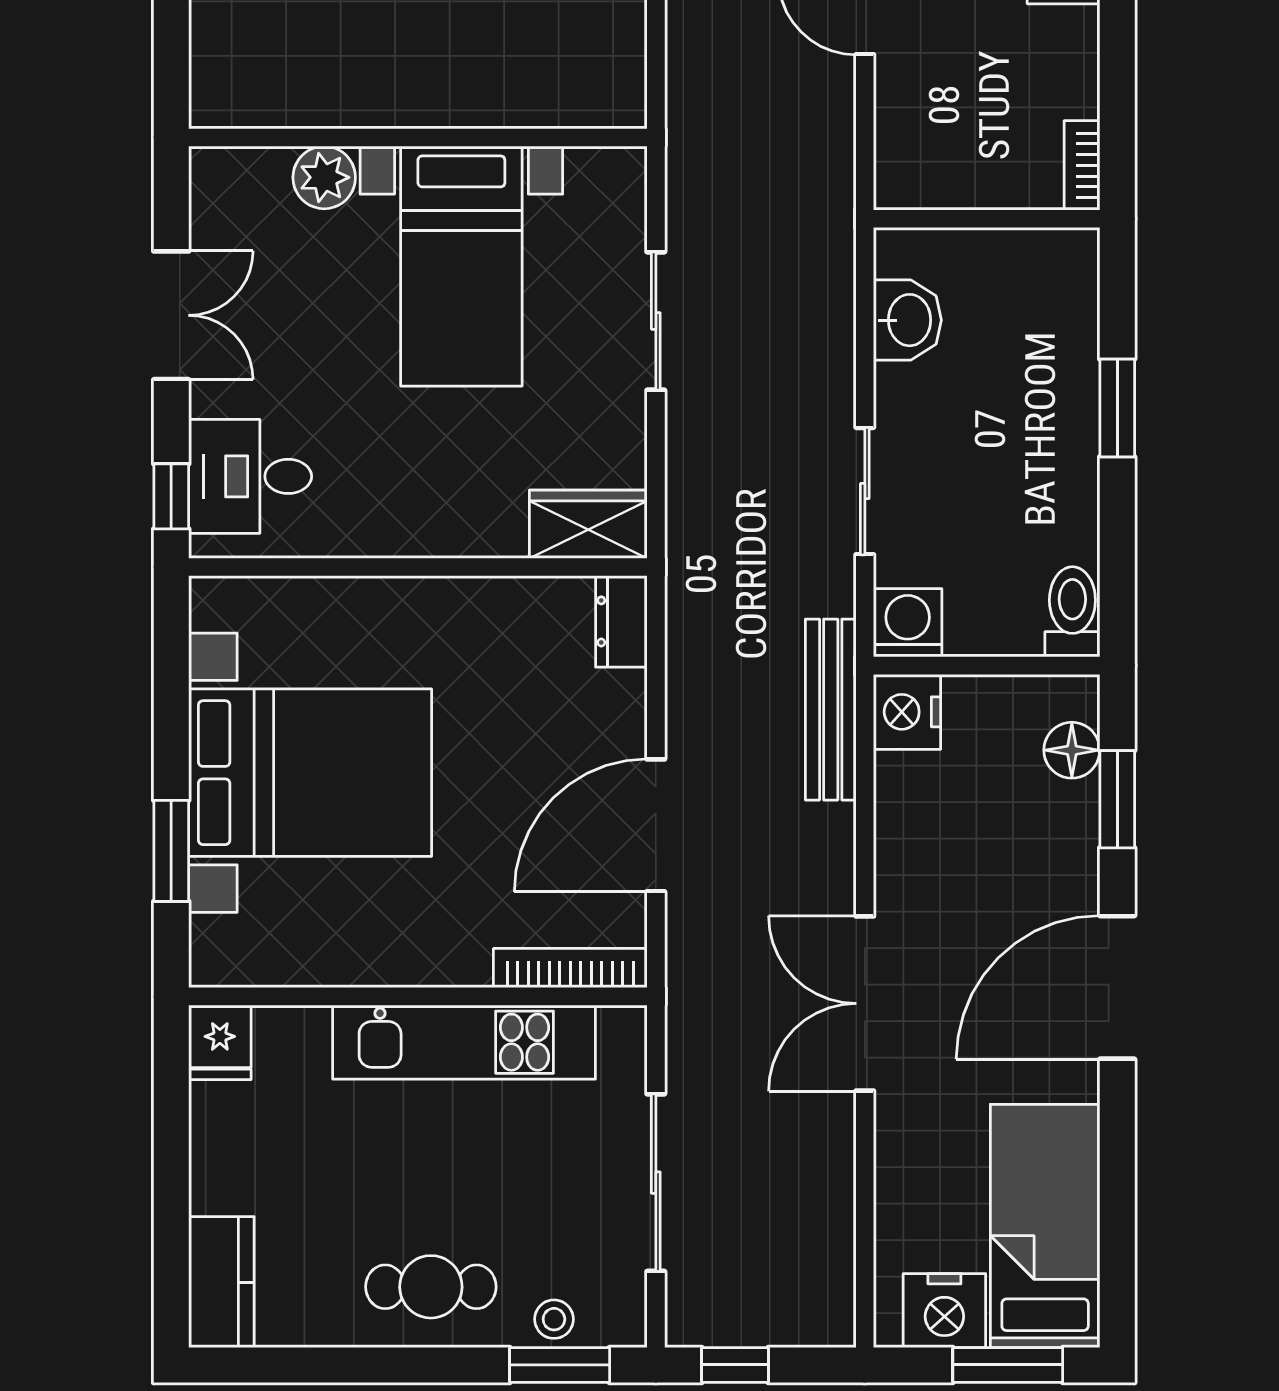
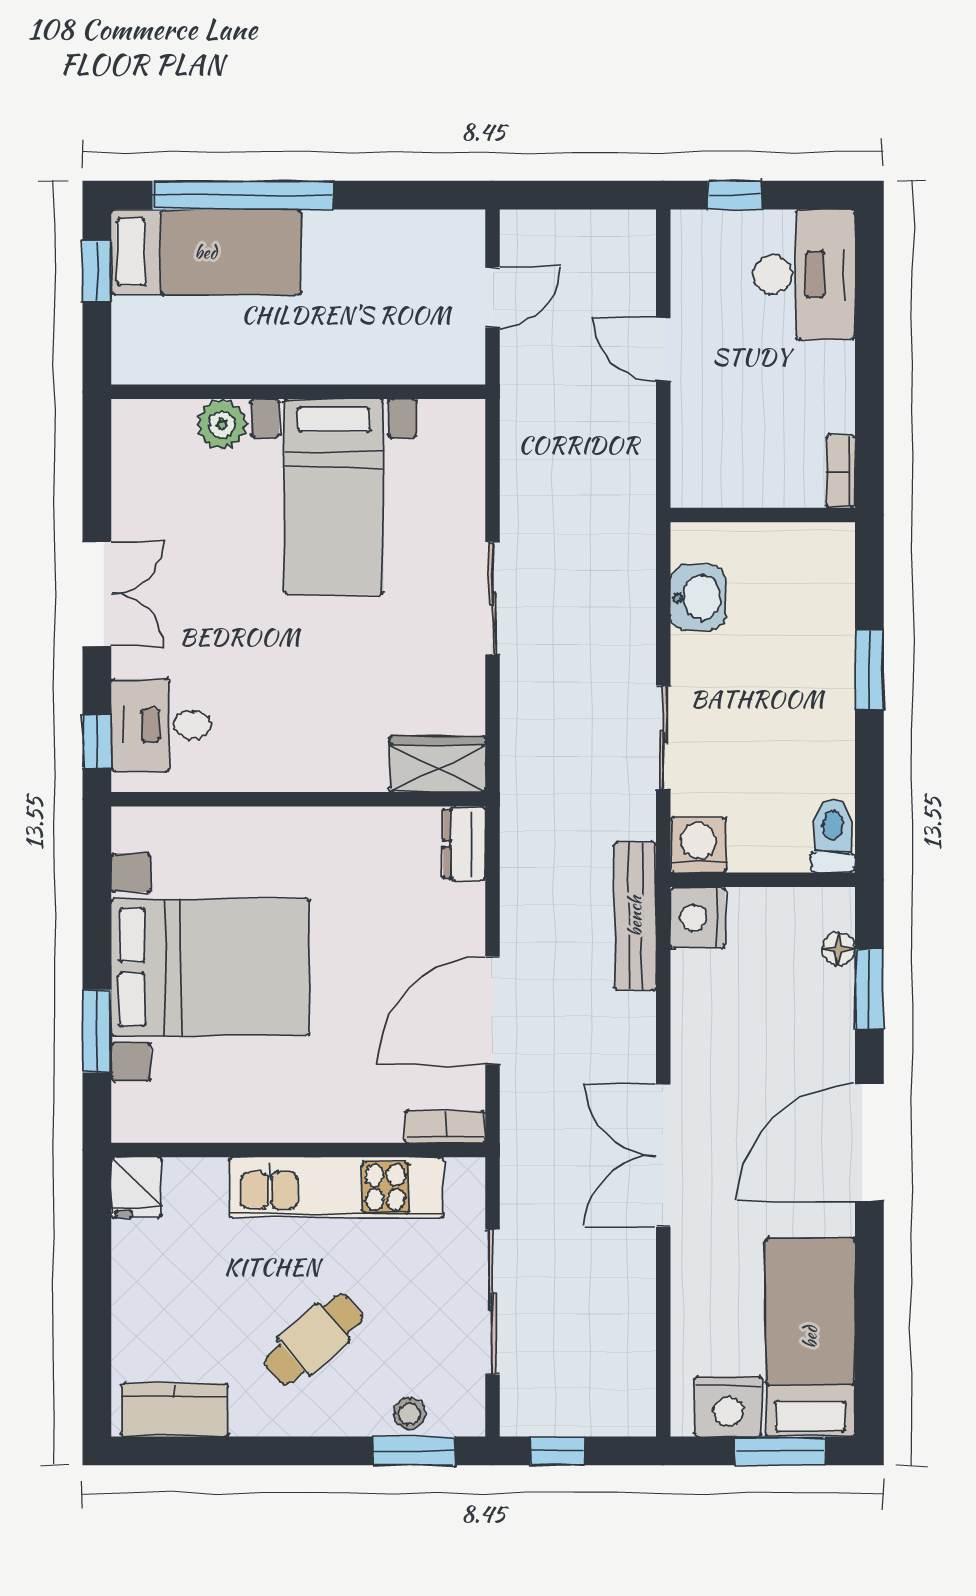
wall: (418, 138) -> (298, 392), moved
plant: (324, 177) -> (222, 424), moved
bed with nightstands: (461, 266) -> (334, 497), moved
floor lamp: (1072, 750) -> (838, 949), width x0.73, depth x0.73
bookcase: (570, 968) -> (445, 1127), width x0.64
kitchen counter: (221, 1282) -> (175, 1410), moved, turned -90
cafe table: (431, 1287) -> (314, 1339), moved, turned -41

